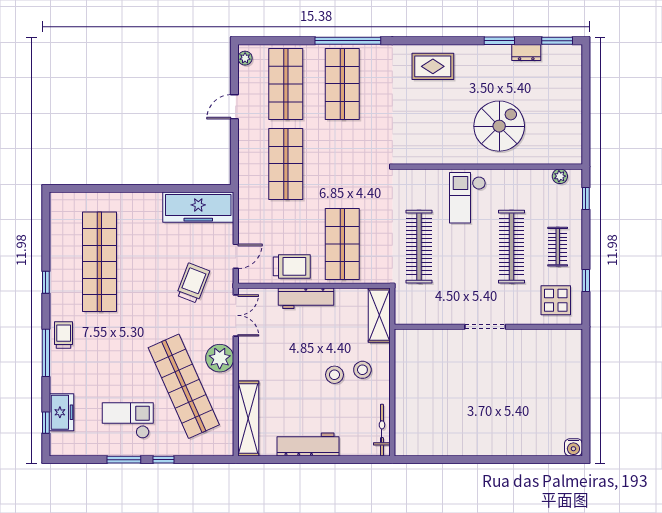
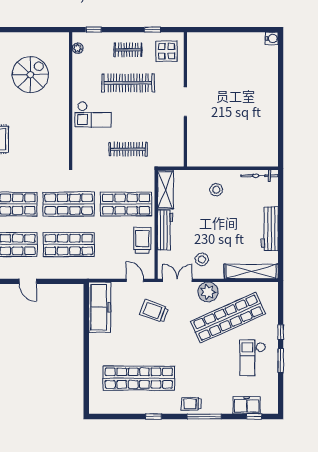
spiral stairs: (499, 126) -> (30, 75), moved, turned 90
shop shelf: (342, 164) -> (69, 204), added
clothes rail: (419, 247) -> (128, 149), width x0.73, depth x0.76
shelving: (379, 315) -> (165, 190), moved, turned 90
stool: (334, 375) -> (202, 259), moved

